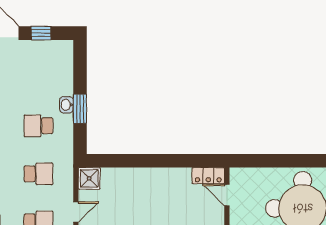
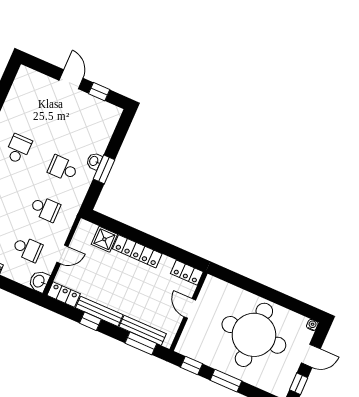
locker: (149, 176) -> (137, 251), added
shower: (89, 178) -> (104, 239), moved
door: (227, 195) -> (190, 308), moved

